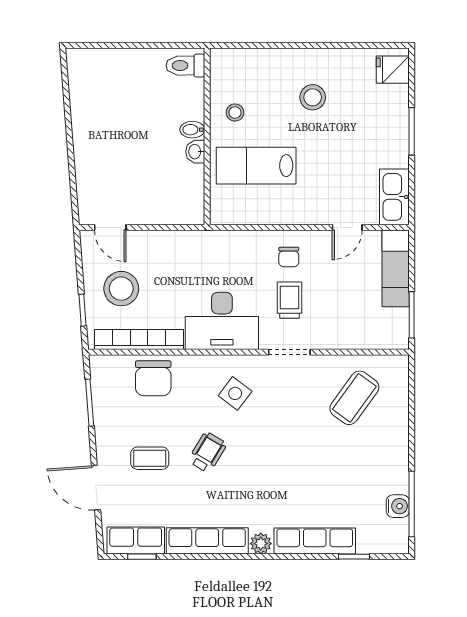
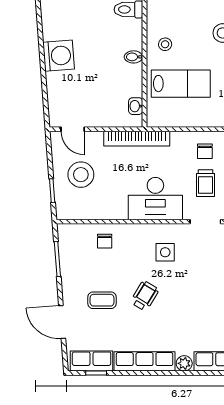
washing machine: (91, 128) -> (59, 56), added
washbasin: (195, 152) -> (136, 106), moved
lab bench: (256, 166) -> (181, 84), turned 180
trolley: (290, 300) -> (205, 183), turned 180
bookcase: (139, 340) -> (137, 139), moved, turned 180
chair: (153, 378) -> (105, 241), width x0.54, depth x0.54
side table: (235, 393) -> (165, 252), turned -37

